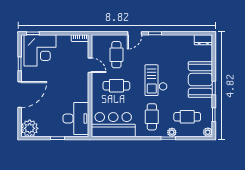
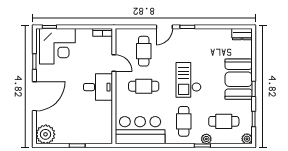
desk: (76, 119) -> (98, 87), moved, width x0.73

